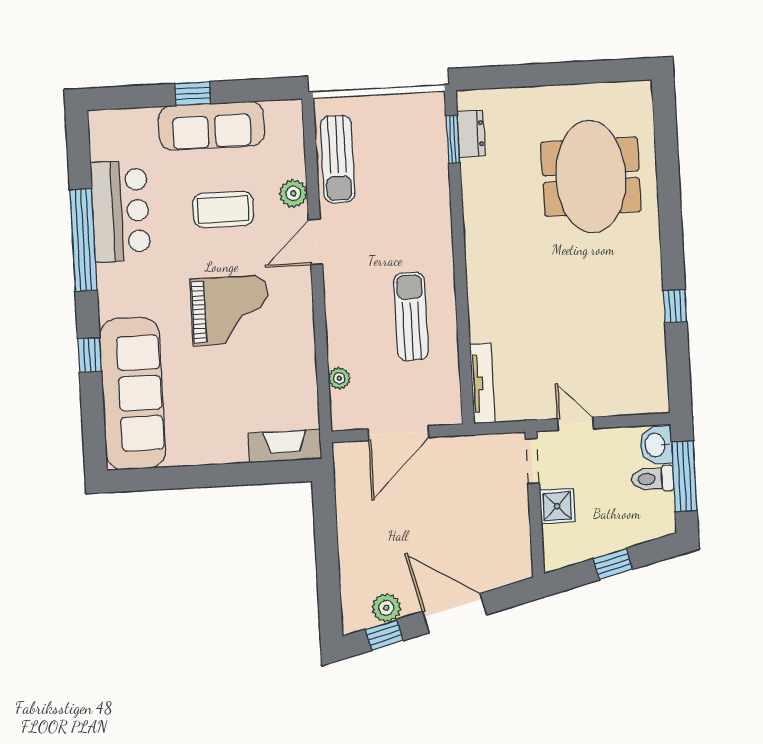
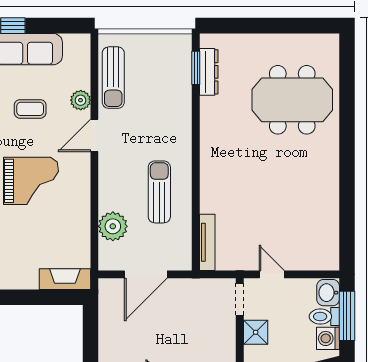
dresser: (471, 134) -> (209, 72), width x1.44
meeting table: (591, 177) -> (292, 100), turned 90
coffee table: (223, 209) -> (30, 109), width x0.73, depth x0.77
window: (675, 306) -> (347, 195), removed
plant: (339, 378) -> (113, 226), width x1.88, depth x1.88
washing machine: (659, 509) -> (328, 338), added

